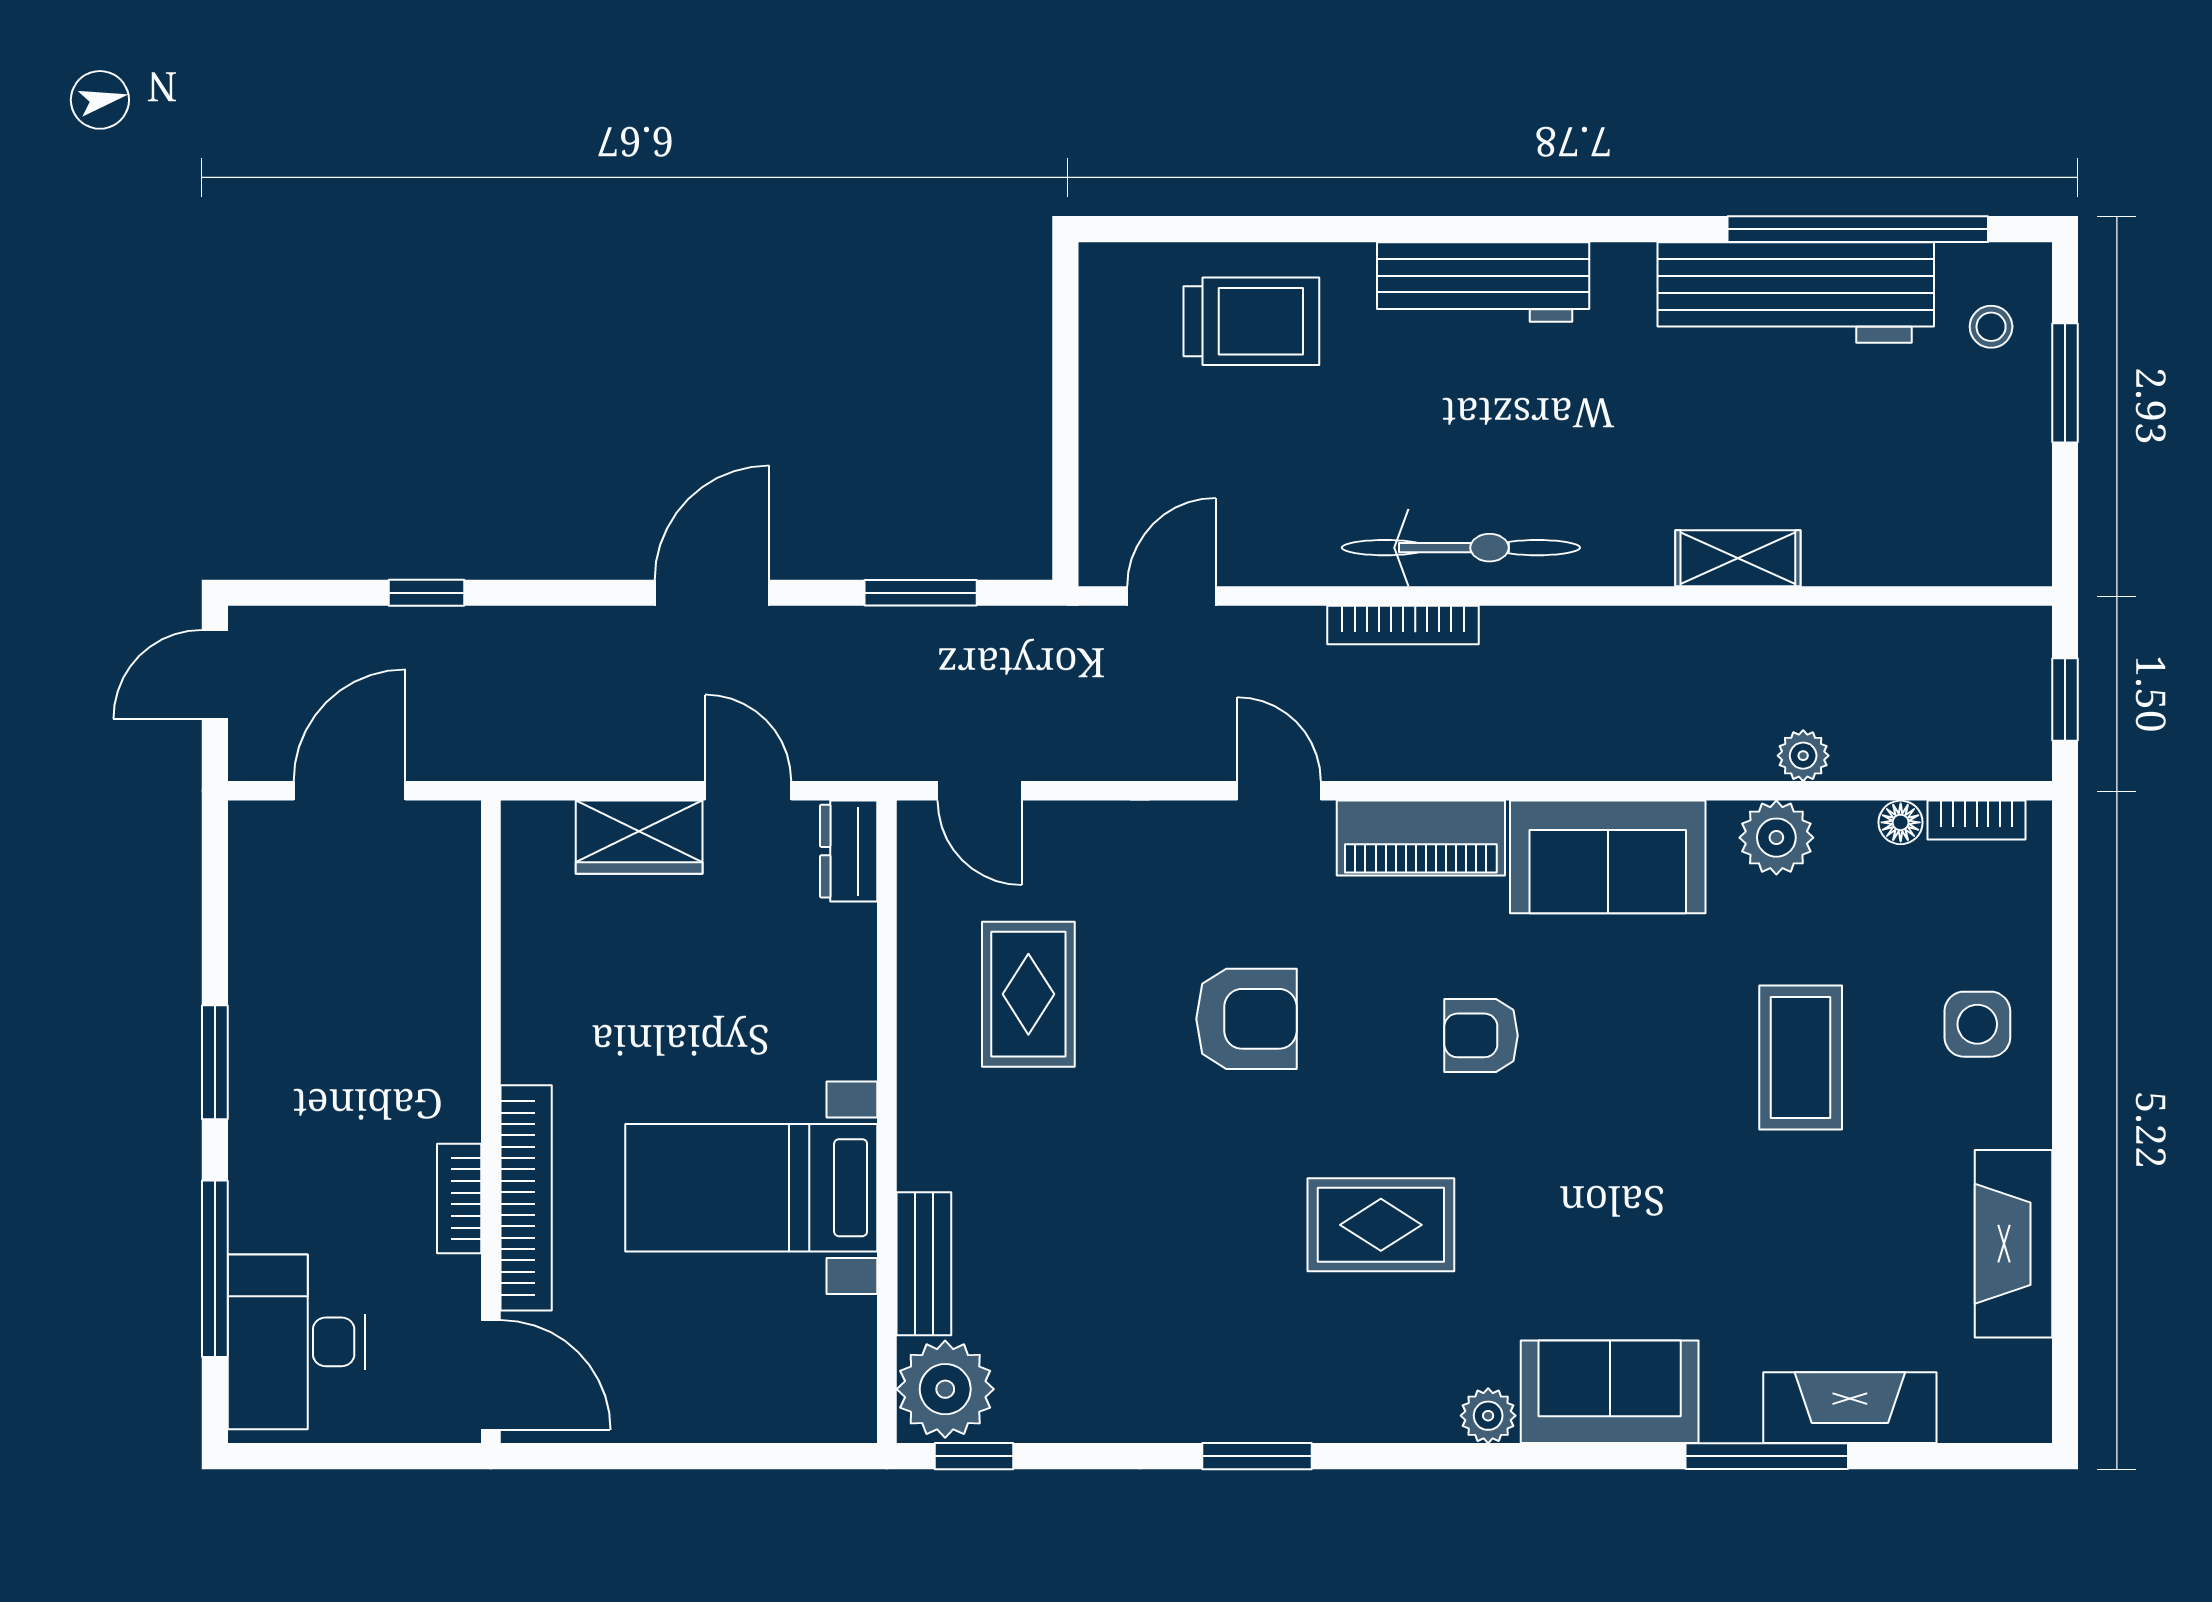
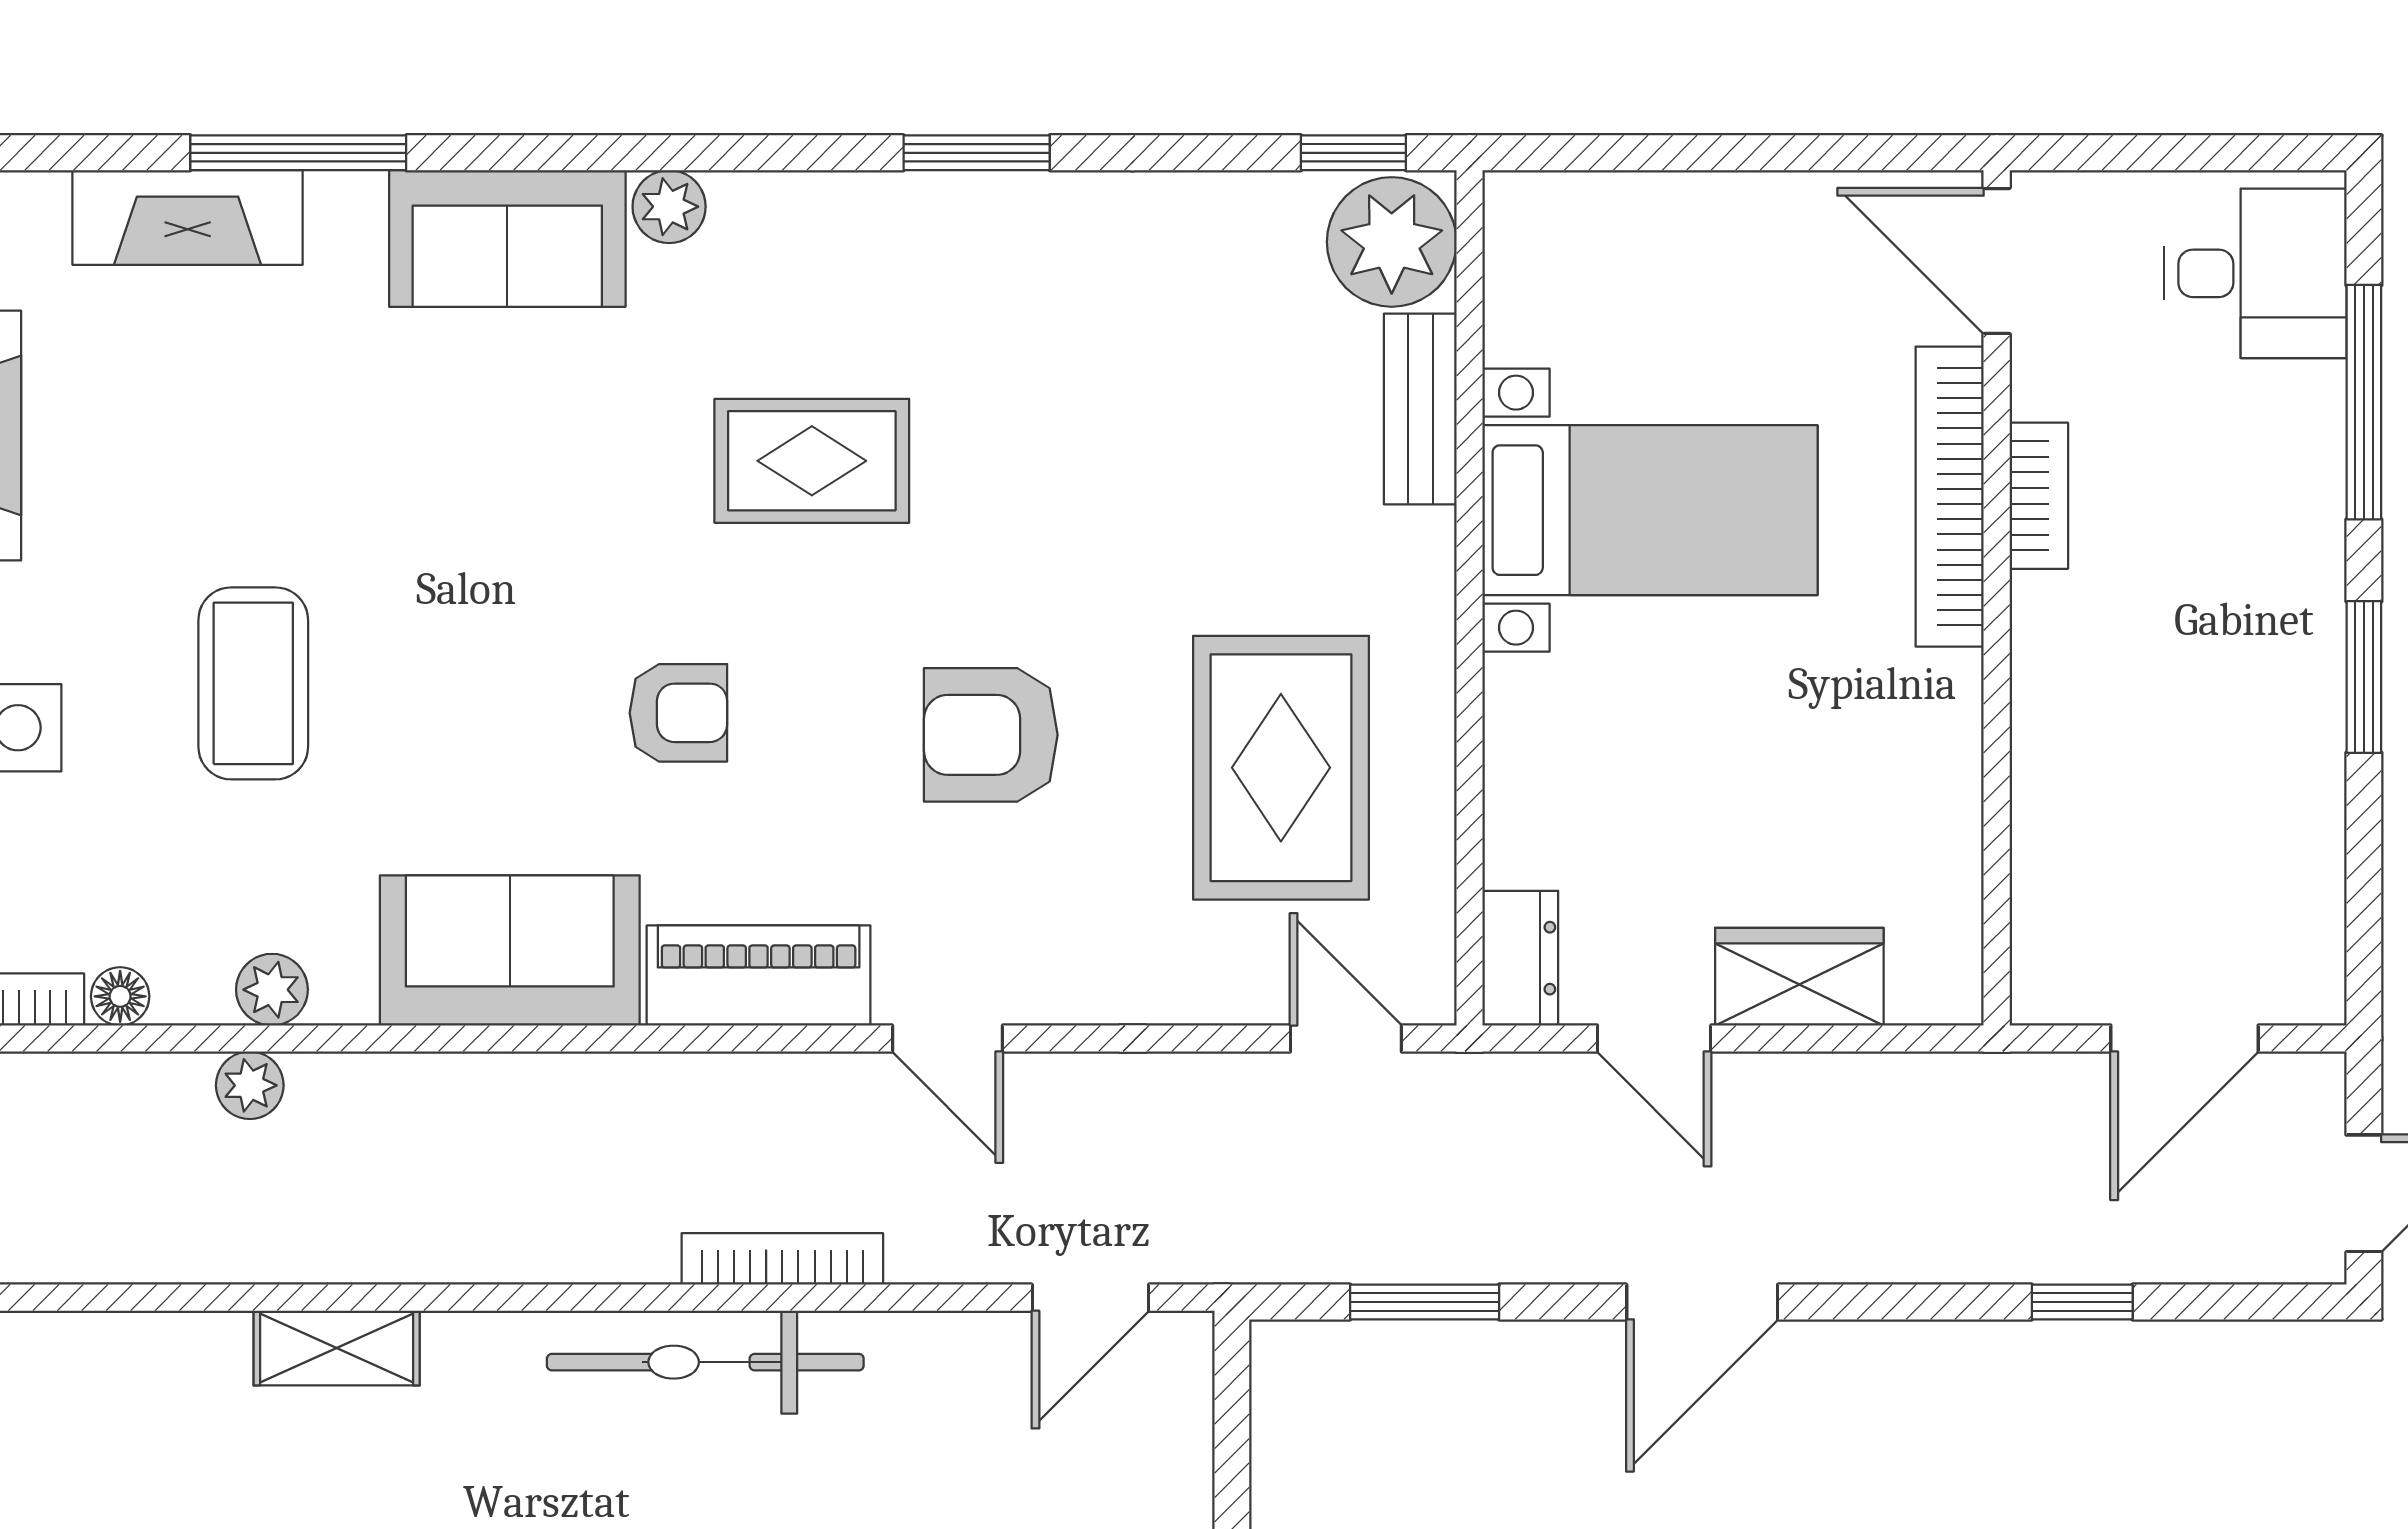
plant: (1776, 838) -> (272, 990), width x0.73, depth x0.73
rug: (1028, 994) -> (1281, 768), width x1.36, depth x1.43
desk: (297, 1342) -> (2255, 273), width x0.73

